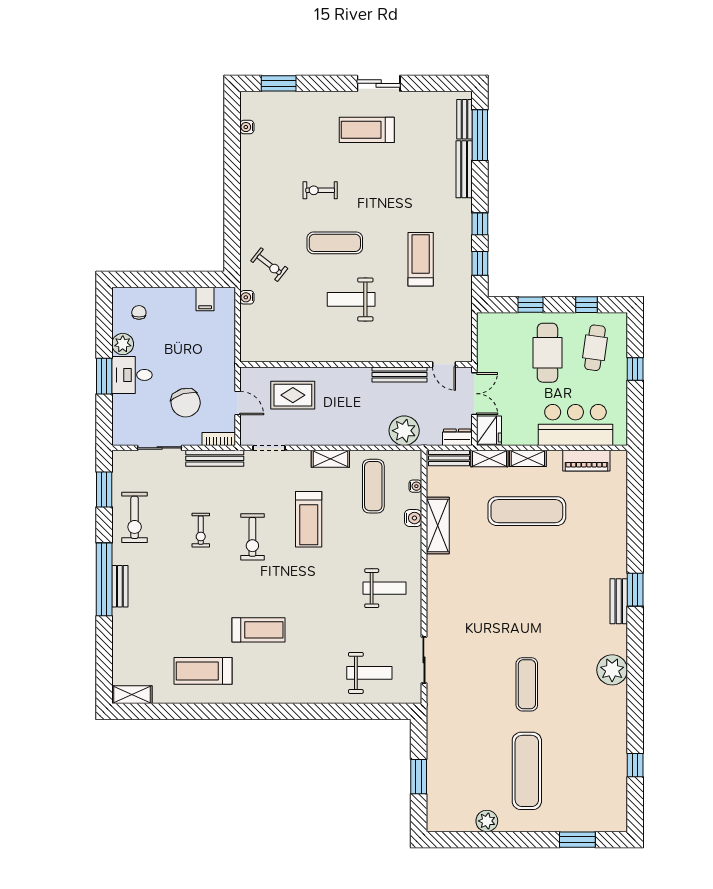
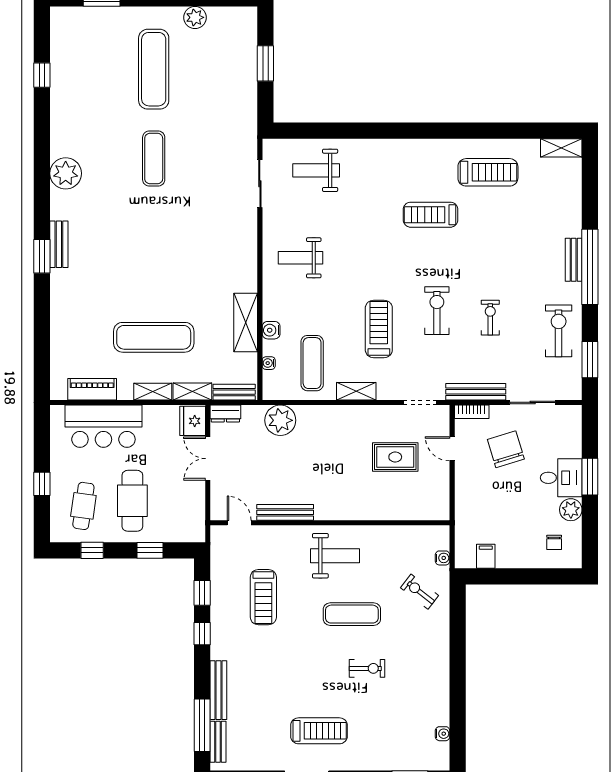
wall: (356, 364) -> (330, 523), moved
door: (444, 364) -> (239, 523), moved
bench: (399, 374) -> (285, 512), moved

